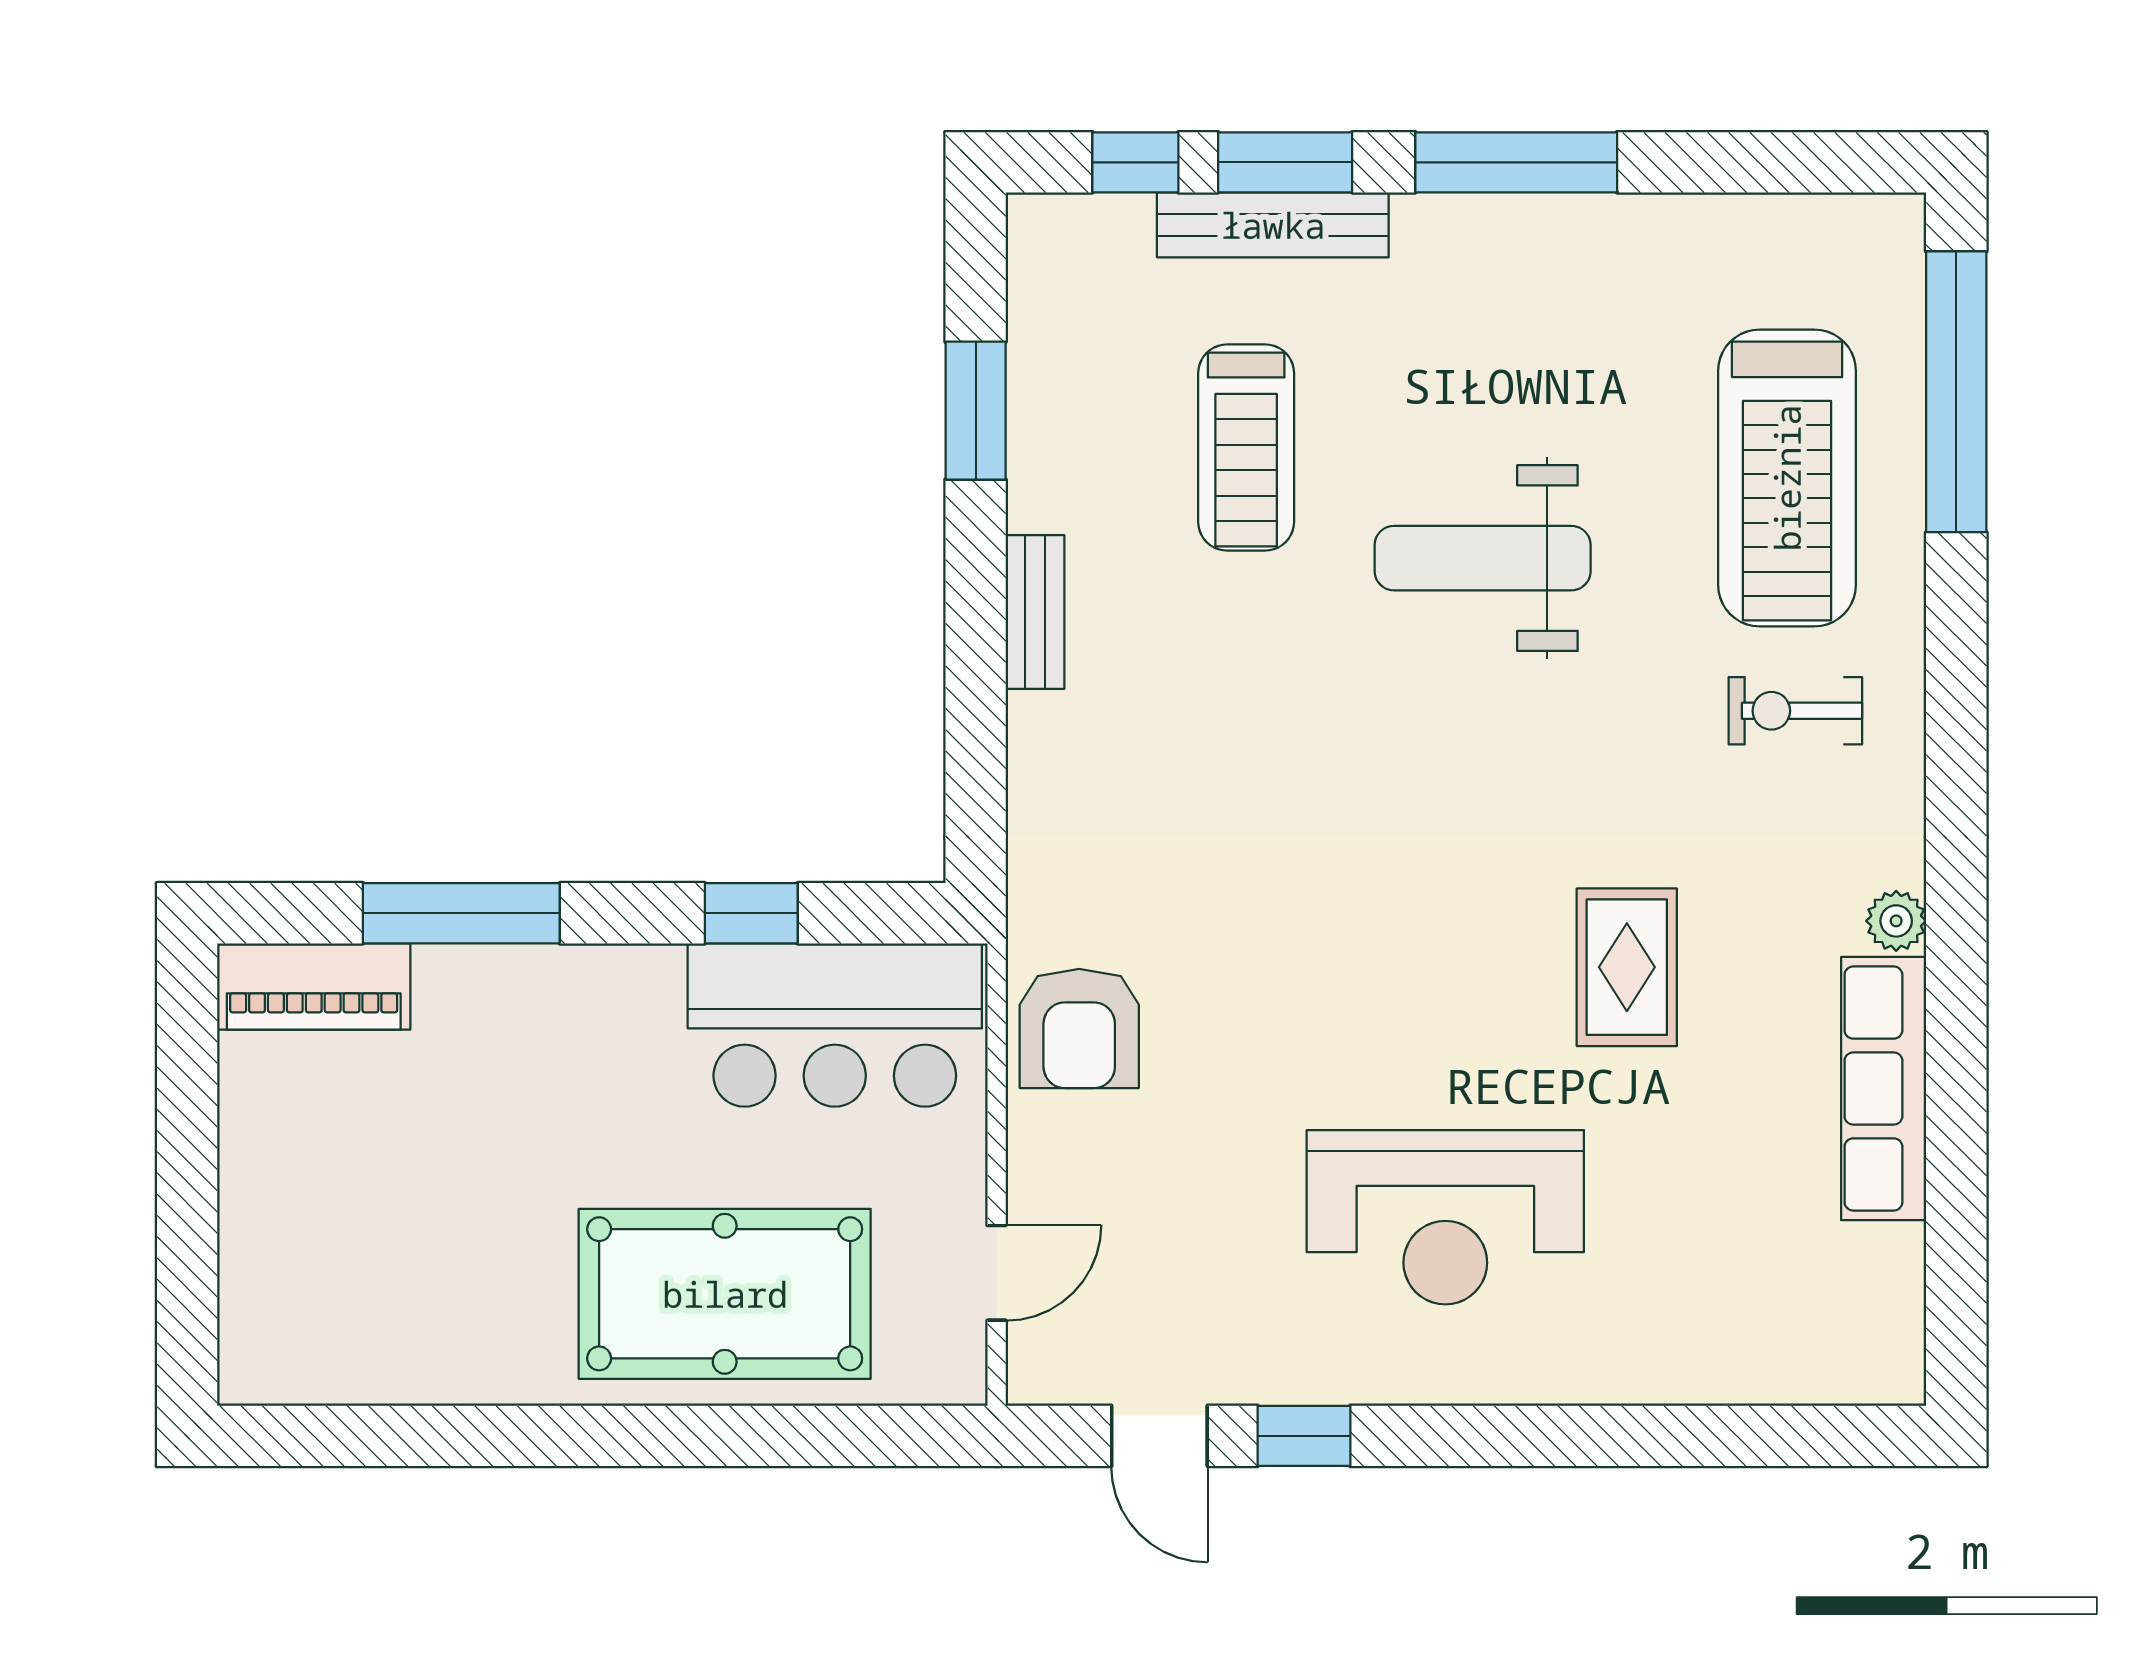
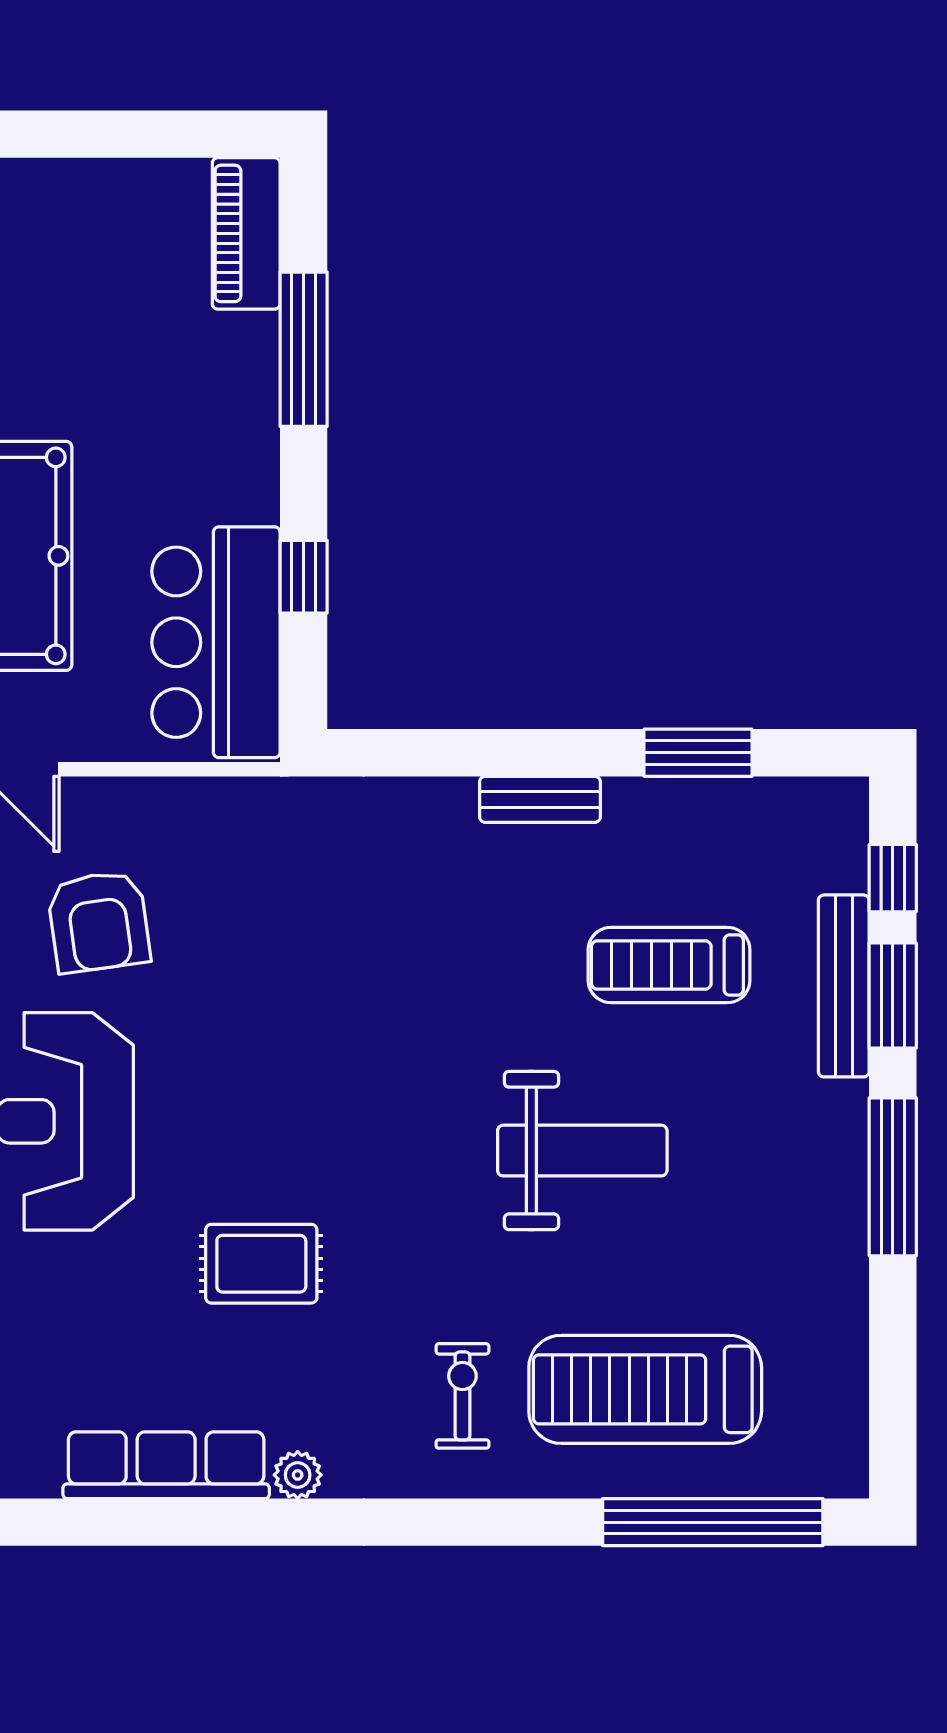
weight bench: (1483, 558) -> (582, 1151), turned 90
armchair: (1079, 1029) -> (99, 922), moved, turned -98

